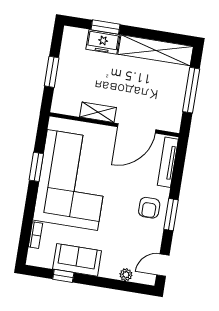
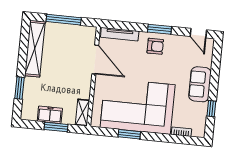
freezer: (103, 42) -> (50, 115), moved, turned -90
shelving: (98, 112) -> (82, 113), moved
sofa: (77, 260) -> (200, 84), moved
plant: (126, 275) -> (207, 61), removed

